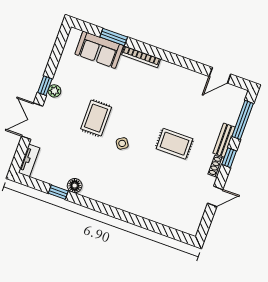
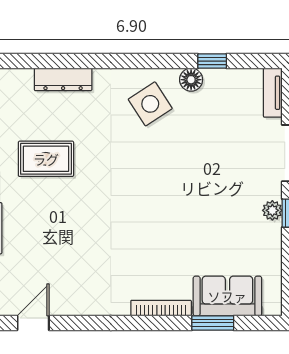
rug: (96, 118) -> (195, 192), removed
side table: (122, 143) -> (150, 104), moved, width x1.87, depth x1.87
rug: (174, 144) -> (46, 159), moved
dresser: (150, 213) -> (63, 79), added

